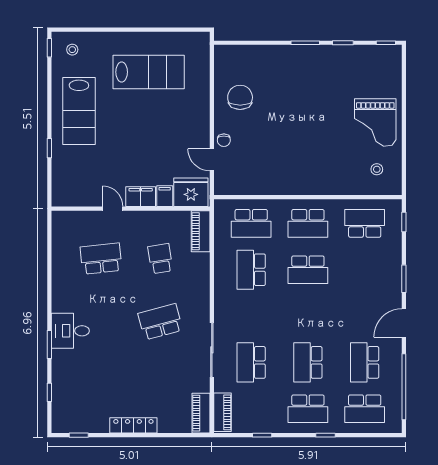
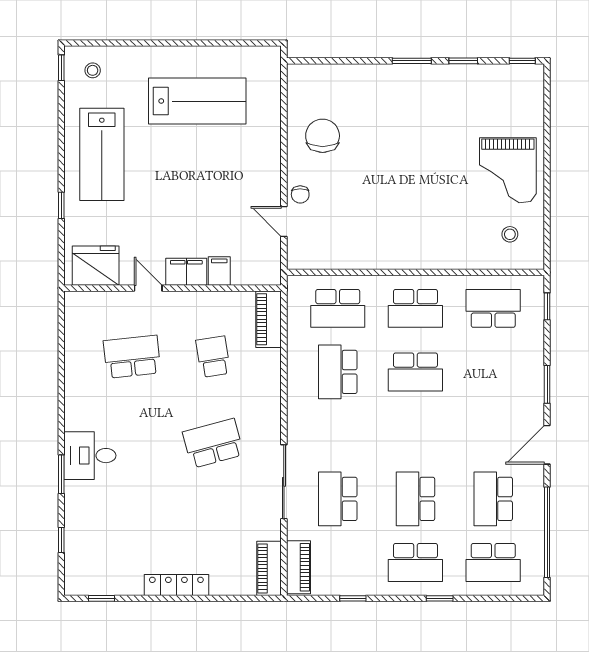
fridge: (191, 192) -> (96, 266), moved

